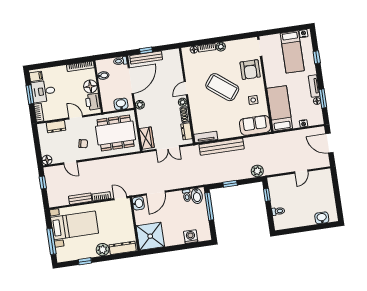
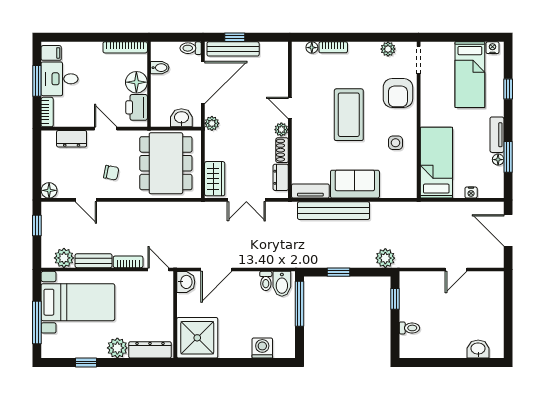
plant: (221, 47) -> (388, 49), moved
coffee table: (222, 87) -> (349, 115), turned 52
door: (186, 88) -> (290, 108), hinge flipped
sofa: (255, 125) -> (355, 184), moved
dining table: (116, 133) -> (166, 163), turned 90
plant: (62, 200) -> (64, 258), added

